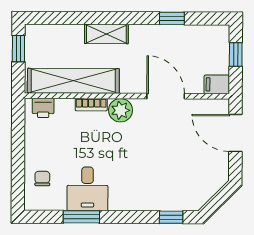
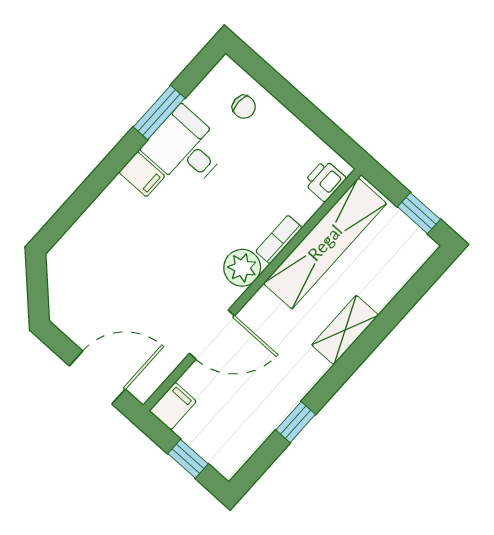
filing cabinet: (118, 199) -> (142, 174), added
window: (171, 217) -> (66, 216), removed

